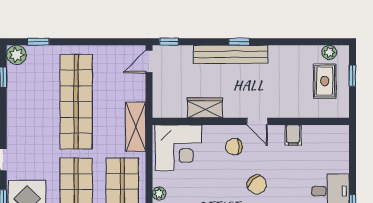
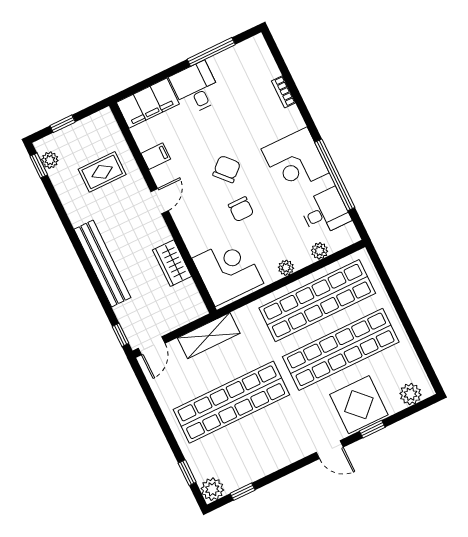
window: (239, 42) -> (39, 166), moved
door: (149, 62) -> (152, 346), hinge flipped
rug: (325, 81) -> (102, 172), moved
shelving: (136, 127) -> (209, 336), moved
chair: (234, 147) -> (241, 209), moved
filing cabinet: (337, 149) -> (148, 103), added

